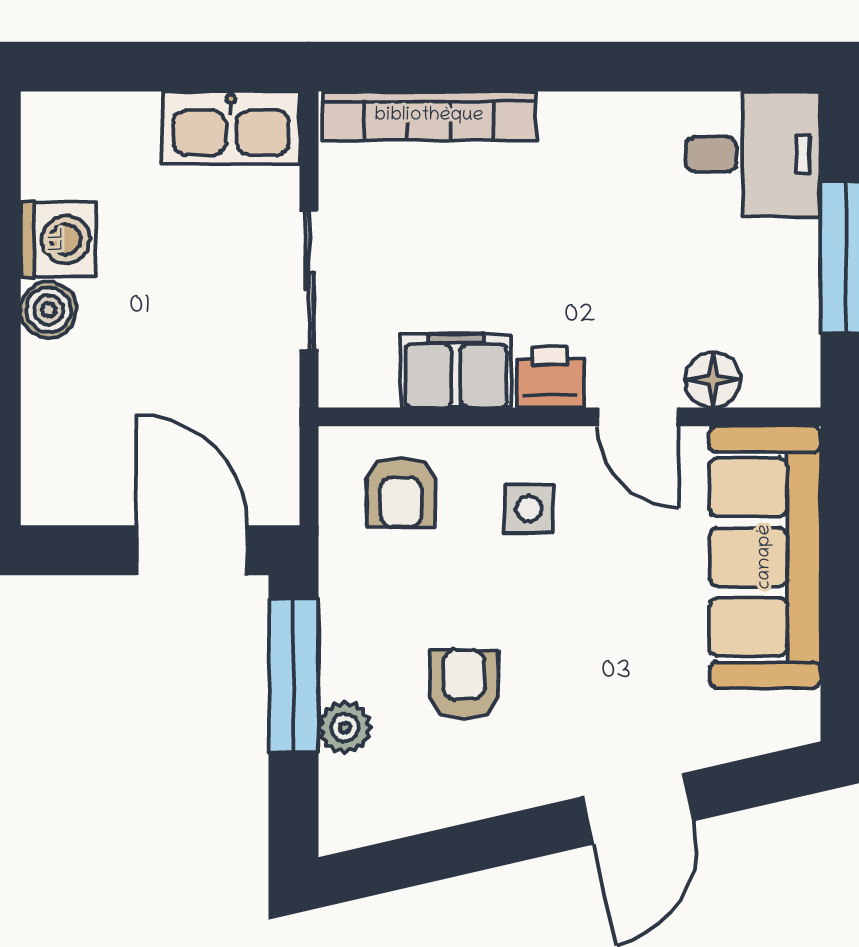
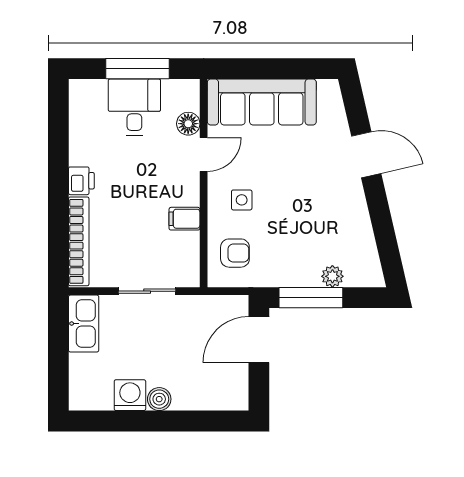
desk: (753, 154) -> (134, 107), moved
filing cabinet: (456, 371) -> (184, 219), width x0.50
printer: (550, 377) -> (81, 181), moved, turned 180
armchair: (464, 684) -> (314, 227), removed

